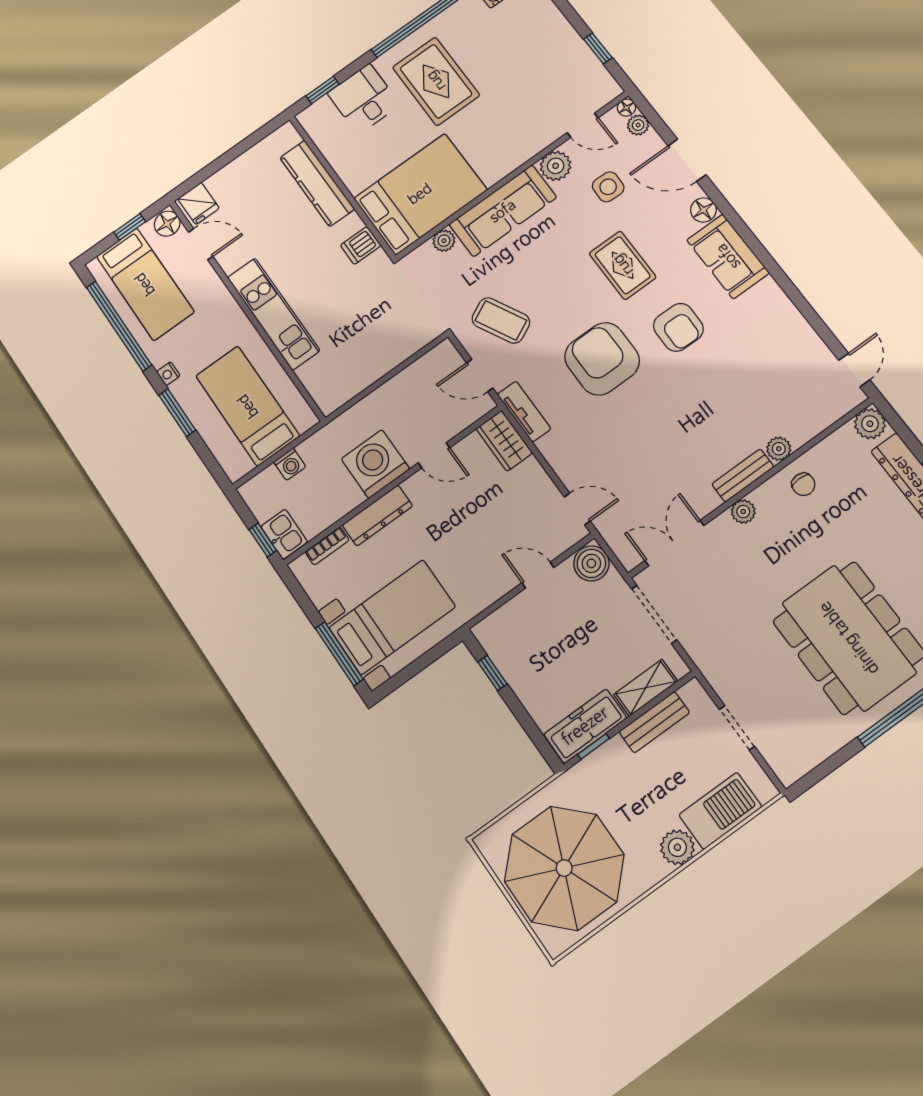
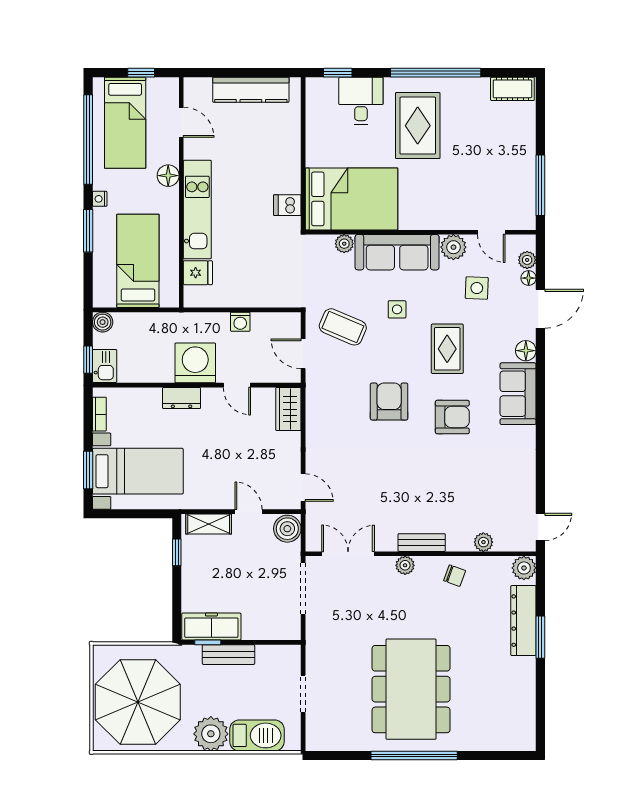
window: (598, 48) -> (540, 185), width x2.17
floor lamp: (626, 108) -> (529, 278), moved
door: (687, 160) -> (540, 309), swing flipped
kitchen counter: (317, 183) -> (251, 90), moved, turned -90
fridge: (199, 204) -> (198, 273), moved, turned -90
floor lamp: (167, 224) -> (168, 176), moved
side table: (543, 264) -> (397, 309), added
coffee table: (501, 320) -> (343, 327), turned -40
armchair: (678, 327) -> (452, 417), turned -91
armchair: (602, 359) -> (389, 401), width x0.73, depth x0.73
tv unit: (524, 412) -> (315, 399), removed
plant: (779, 449) -> (483, 542), moved
washing machine: (290, 464) -> (240, 322), moved
chair: (803, 484) -> (455, 576), turned -70
boiler: (252, 492) -> (103, 322), added
dresser: (377, 515) -> (182, 398), width x0.70
bookcase: (327, 546) -> (99, 414), moved, turned -90
window: (339, 654) -> (88, 470), width x0.69
shelving: (646, 688) -> (209, 524), moved
bench: (654, 722) -> (228, 655), moved
plant: (677, 847) -> (211, 734), width x1.36, depth x1.36

